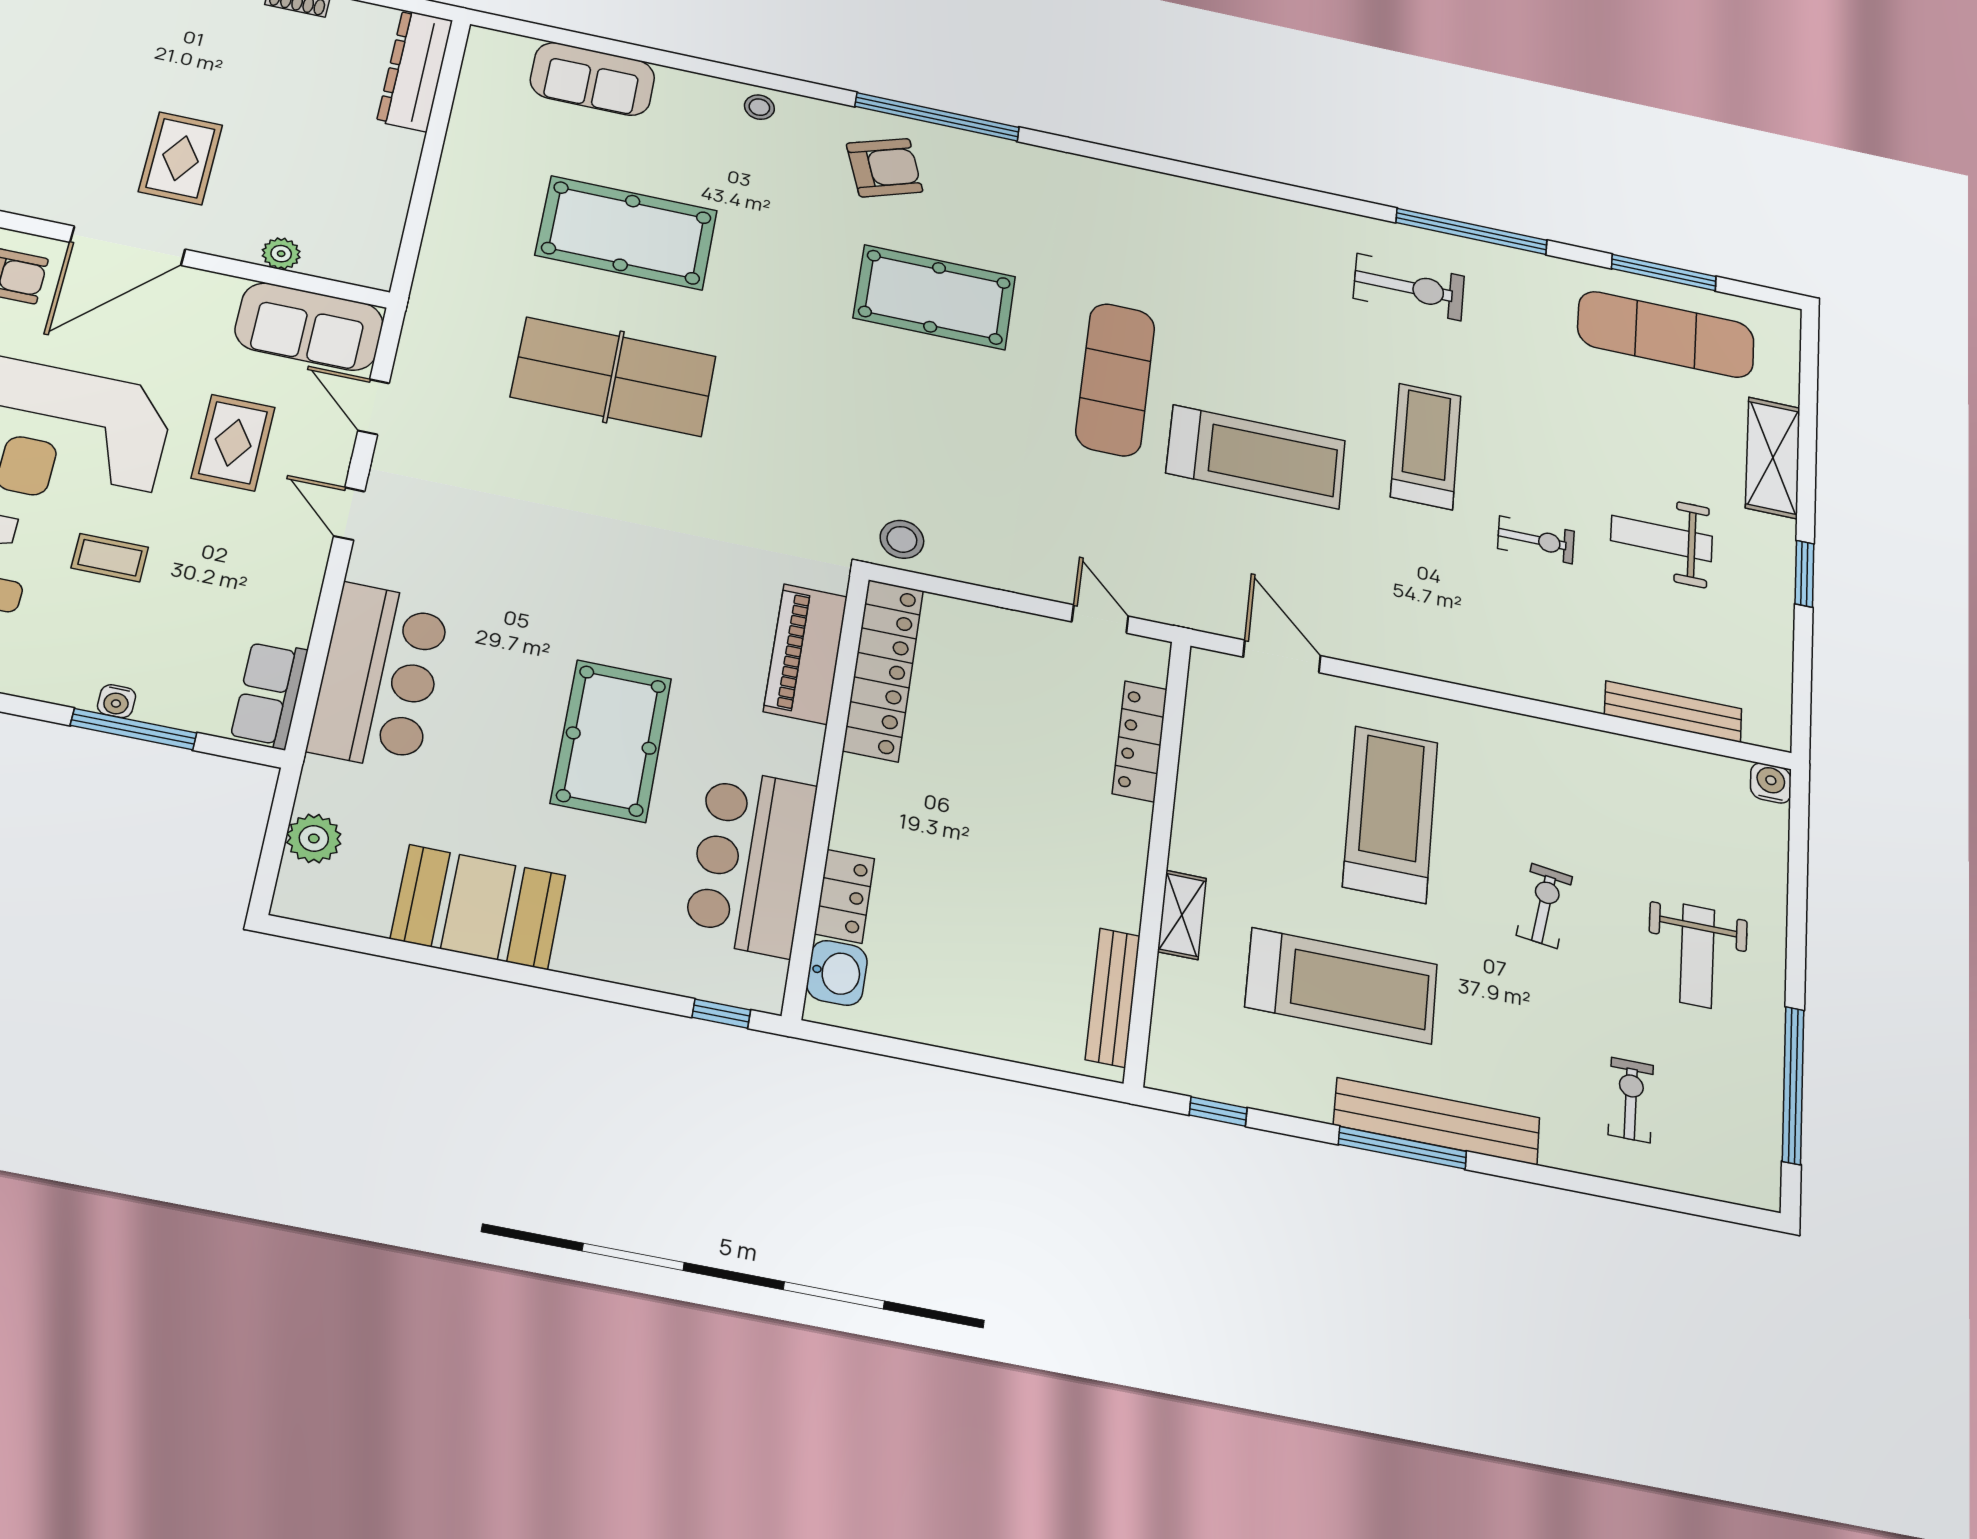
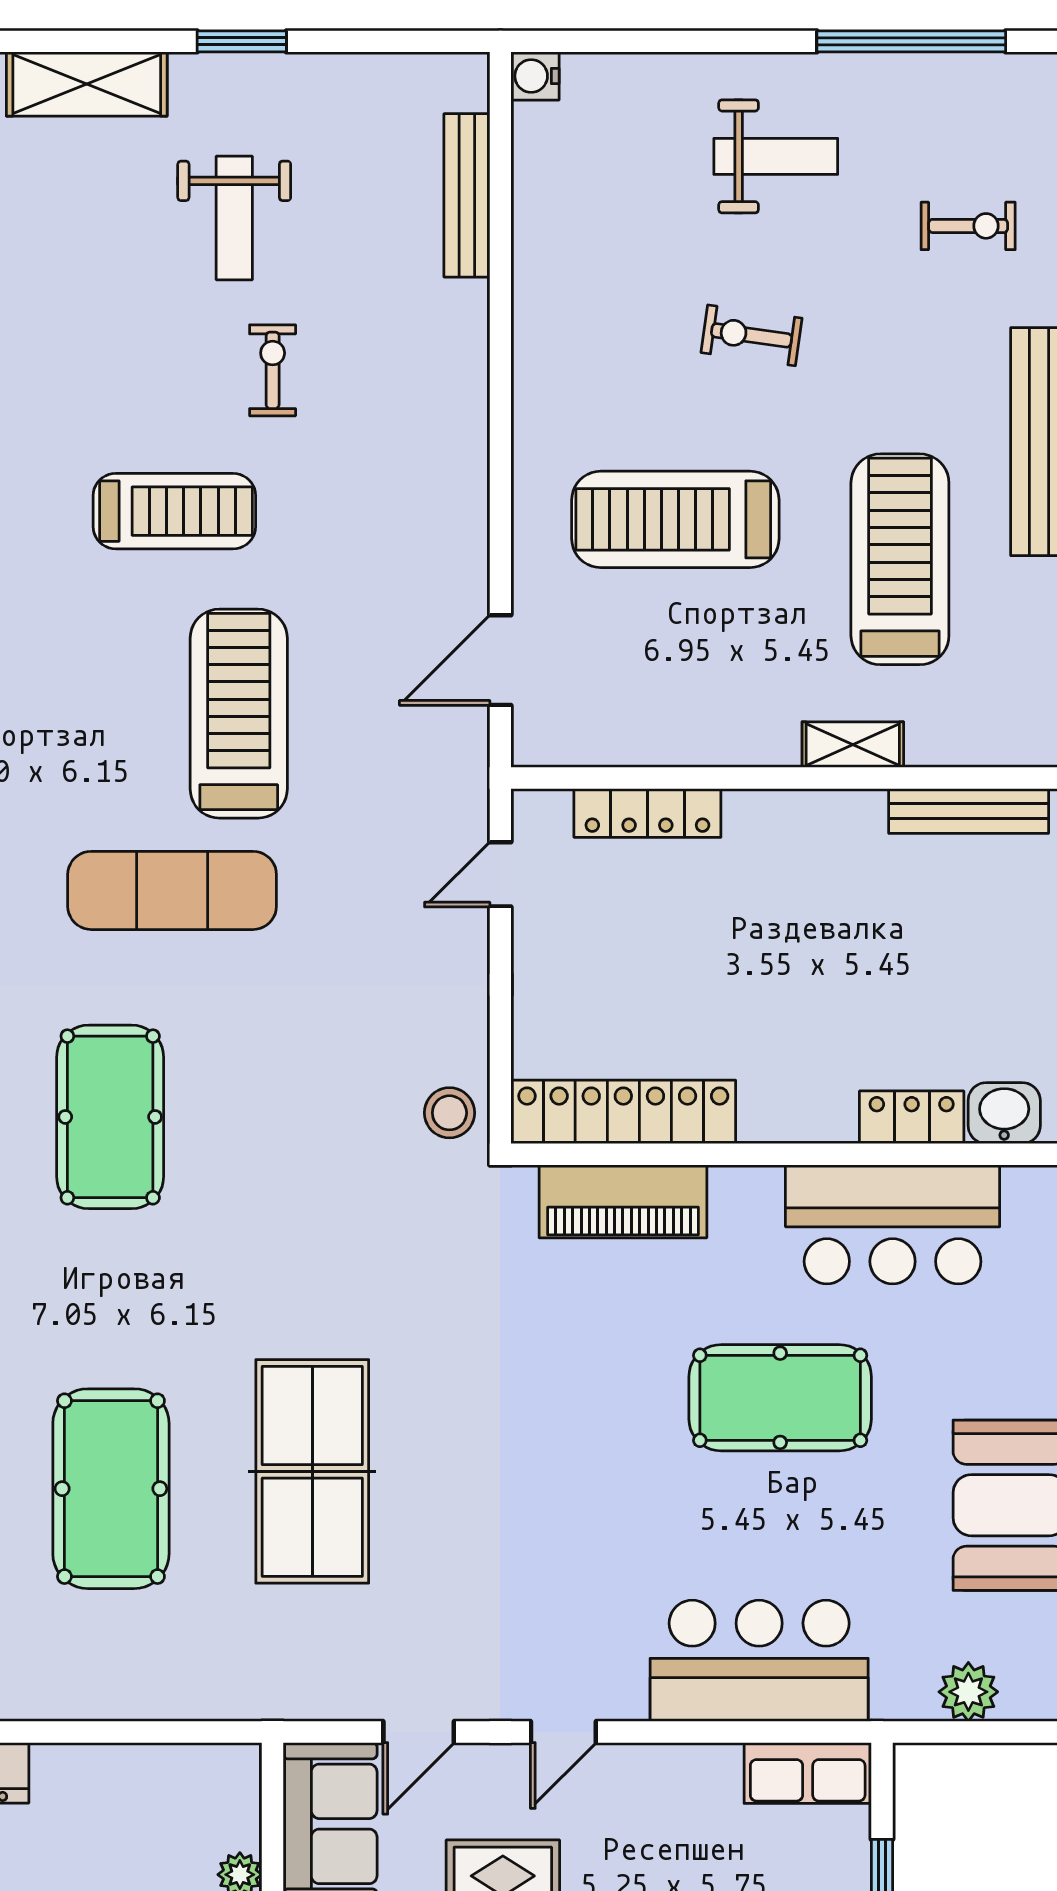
treadmill: (1426, 446) -> (174, 511), turned 180
exercise bike: (1631, 1100) -> (968, 226), turned 180

